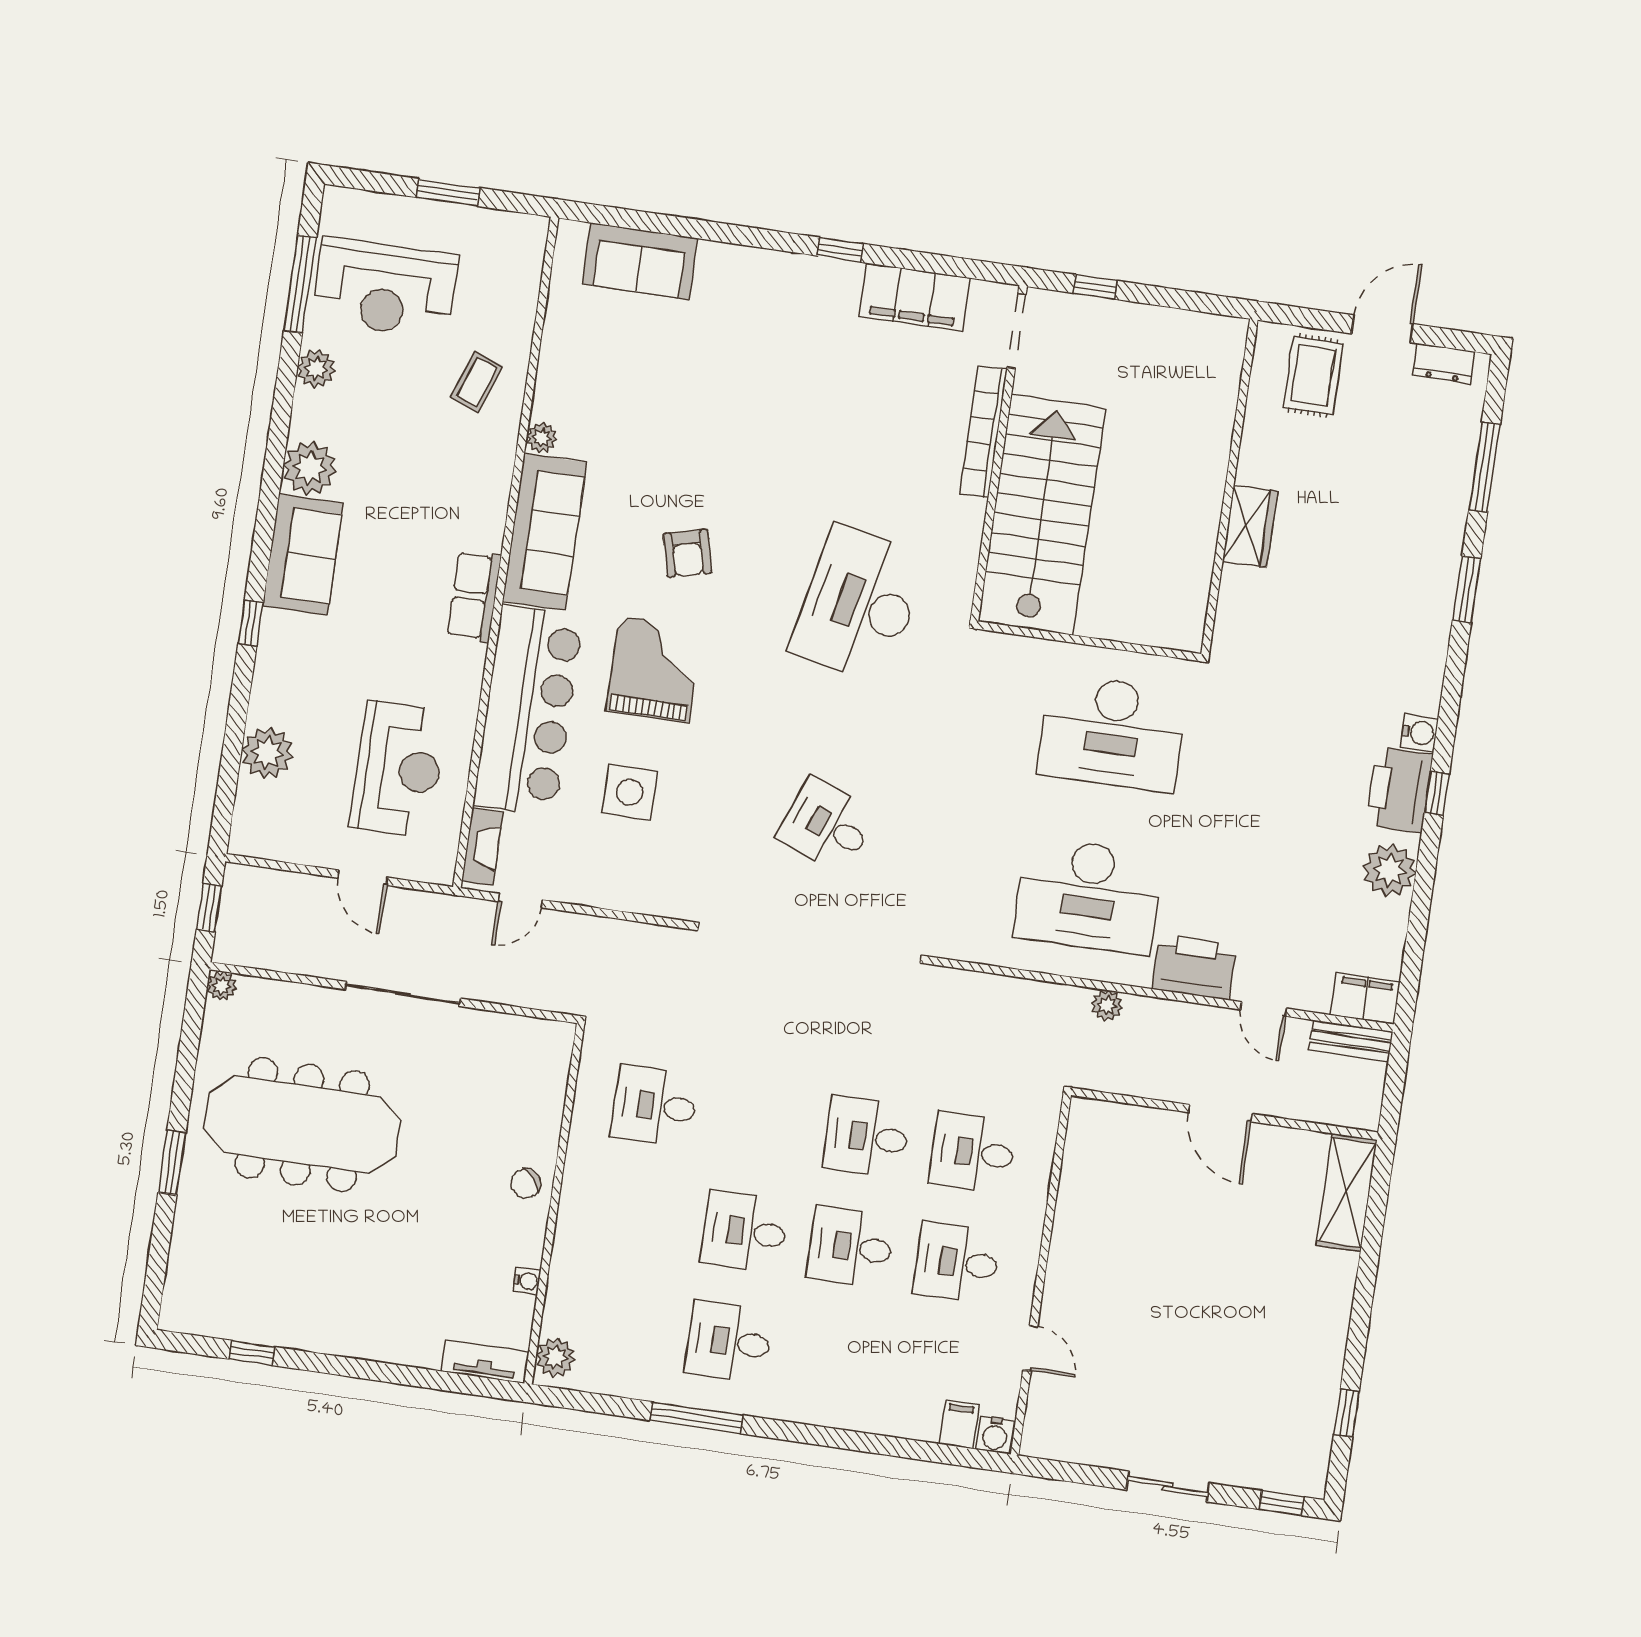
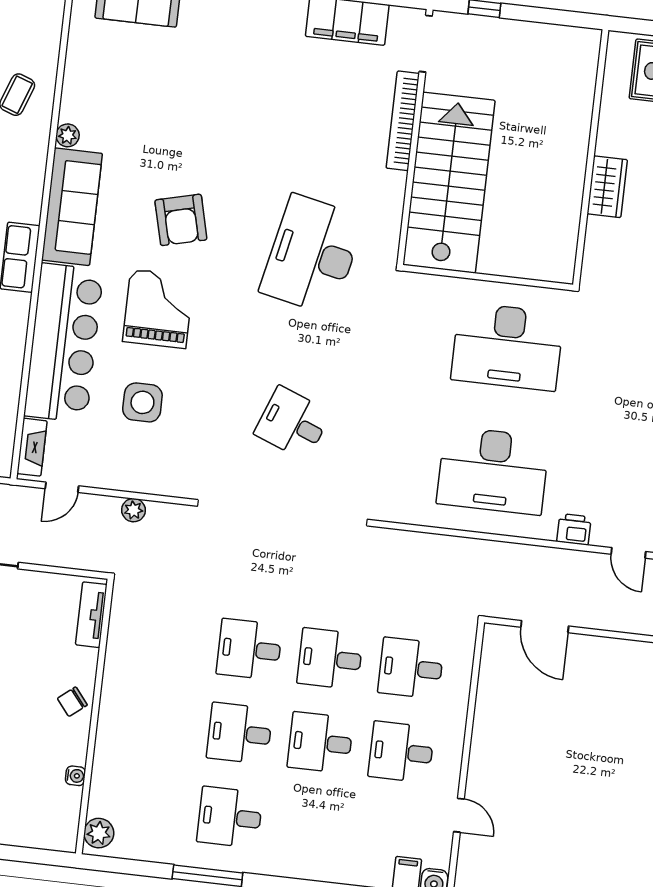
armchair: (687, 553) -> (181, 220), width x1.38, depth x1.38
printer: (1194, 967) -> (574, 529), width x0.53, depth x0.68
plant: (1107, 1006) -> (133, 510), moved
desk: (655, 1106) -> (249, 649), moved
door: (1220, 1113) -> (545, 627), moved
tv unit: (485, 1362) -> (91, 615), moved, turned -90

